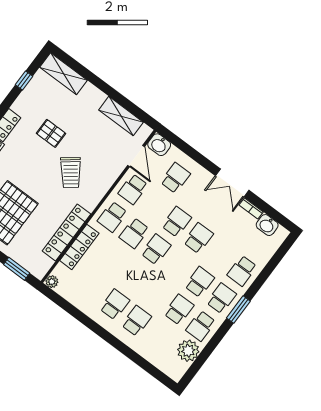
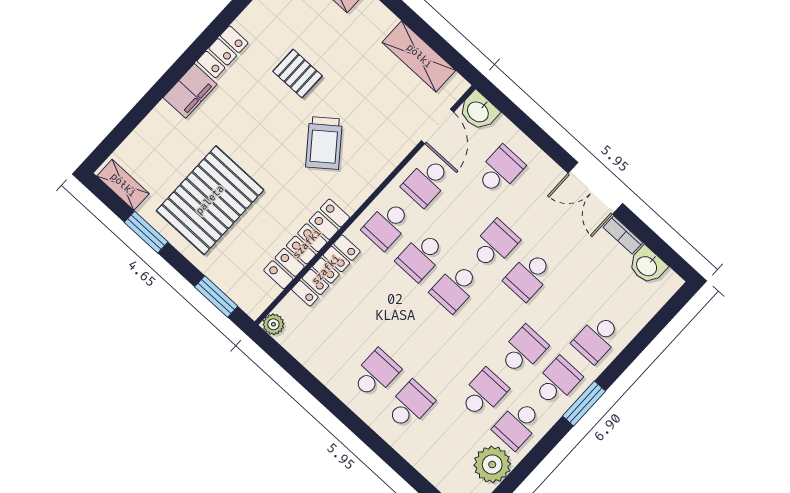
school desk: (198, 238) -> (529, 276), turned 180
school desk: (156, 249) -> (455, 288), turned 180

